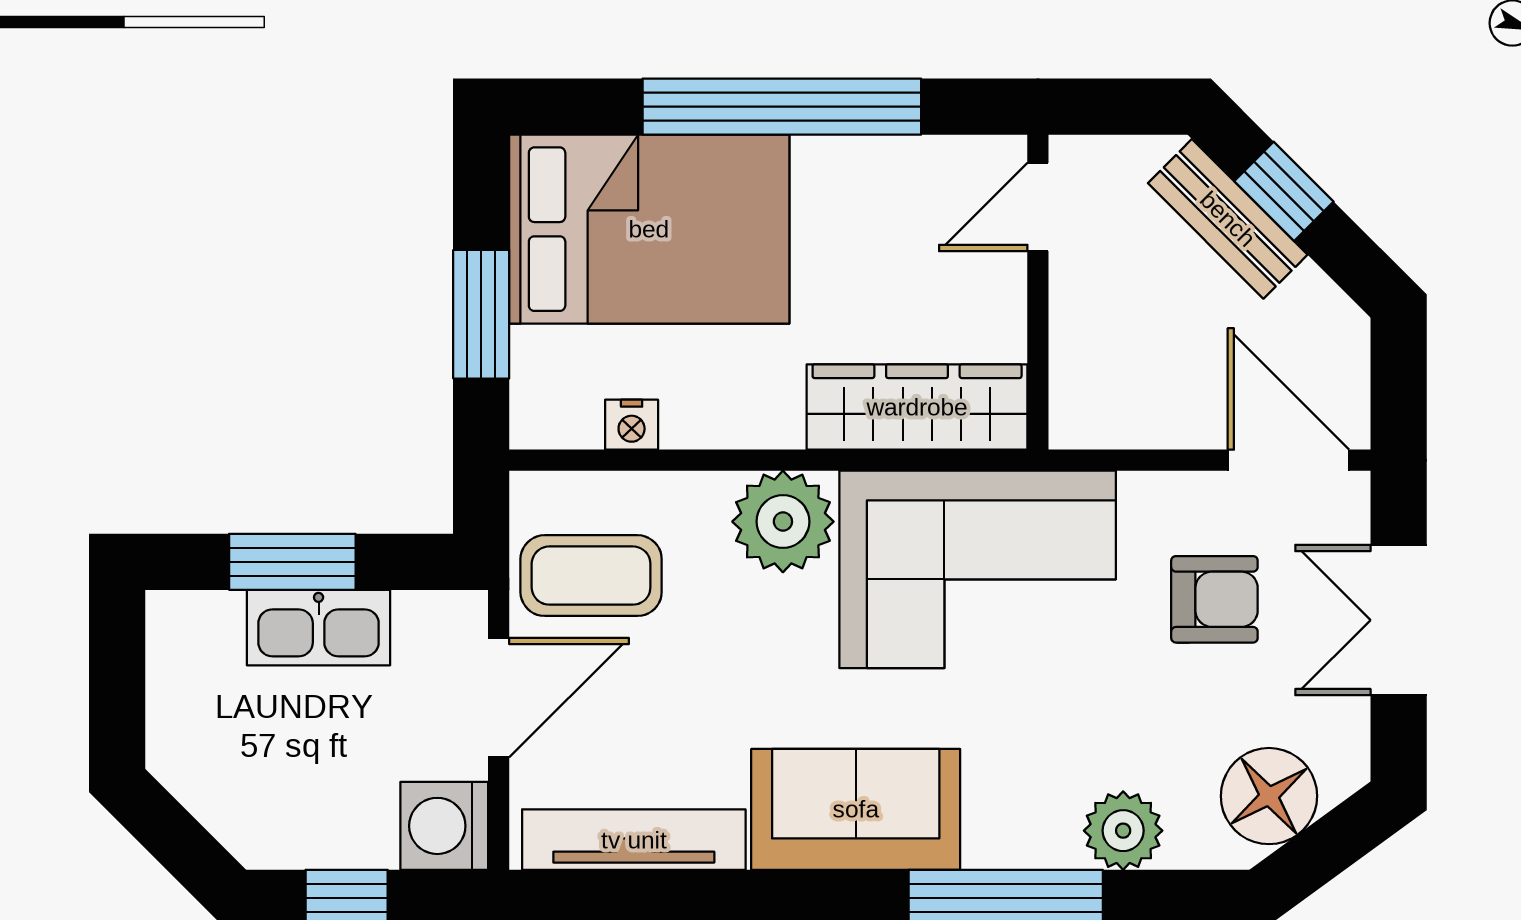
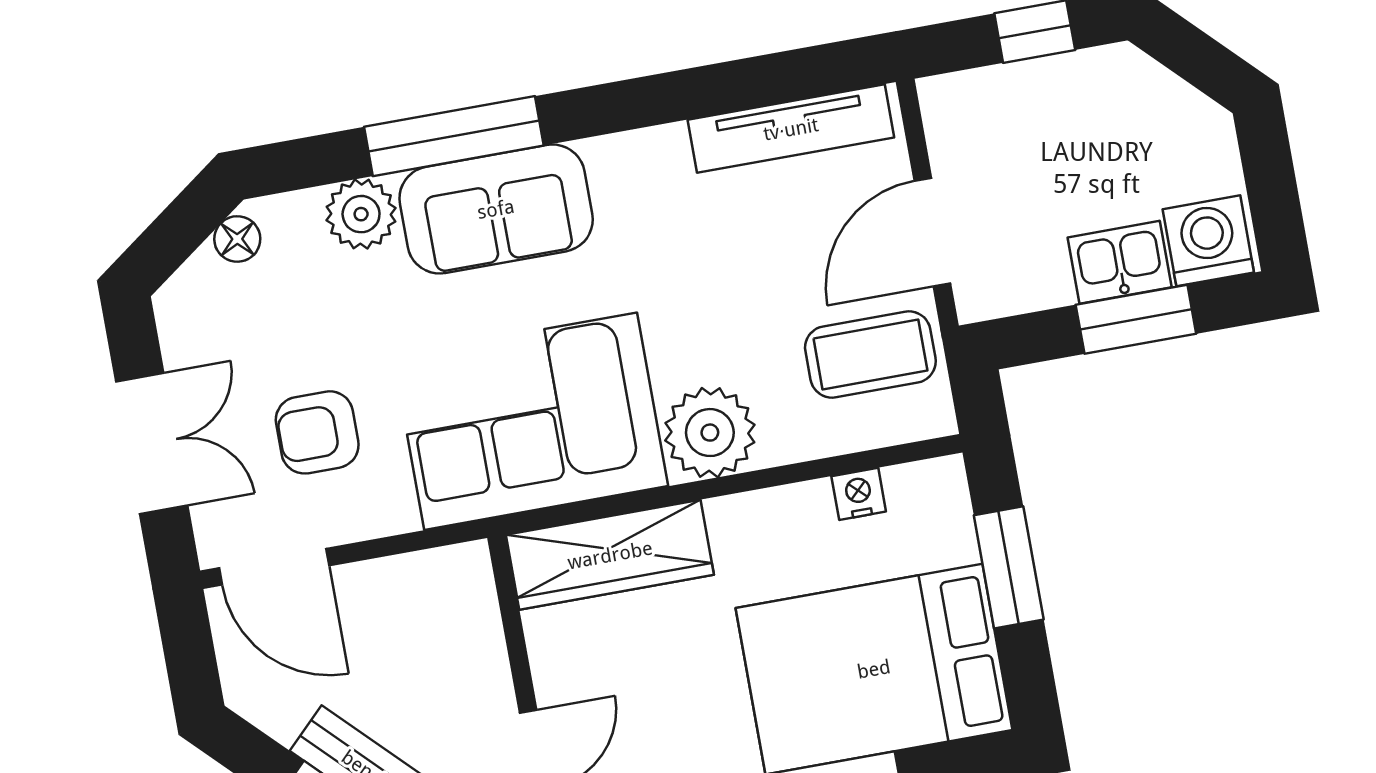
kitchen sink: (319, 628) -> (1120, 262), width x0.73
floor lamp: (1269, 796) -> (237, 239), width x0.53, depth x0.53
sofa: (856, 809) -> (496, 209), moved
washing machine: (444, 826) -> (1208, 241), moved, turned -90

